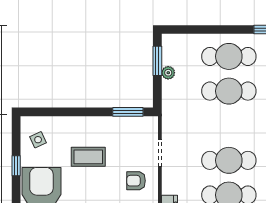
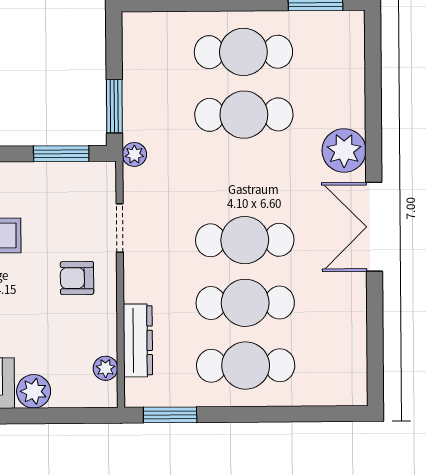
window: (157, 61) -> (114, 106), moved
plant: (168, 73) -> (134, 154), moved

